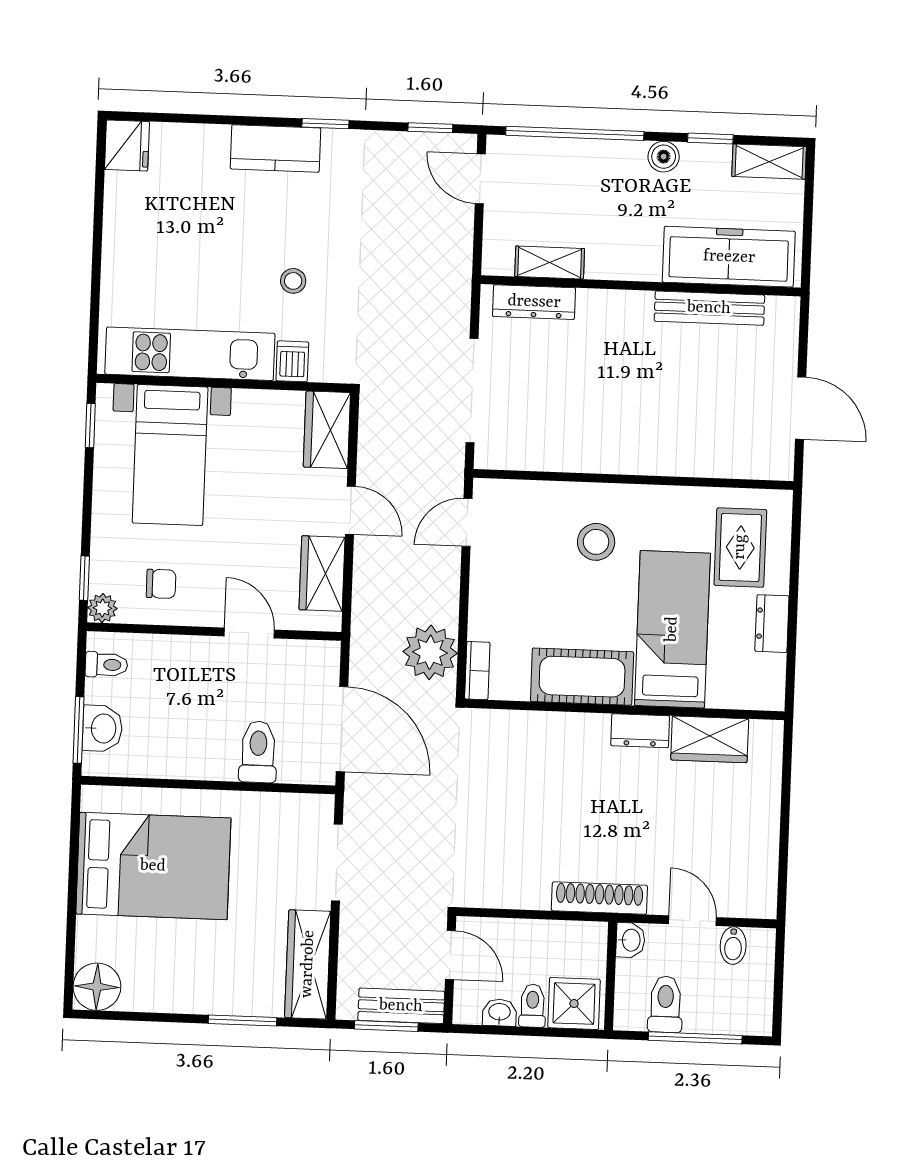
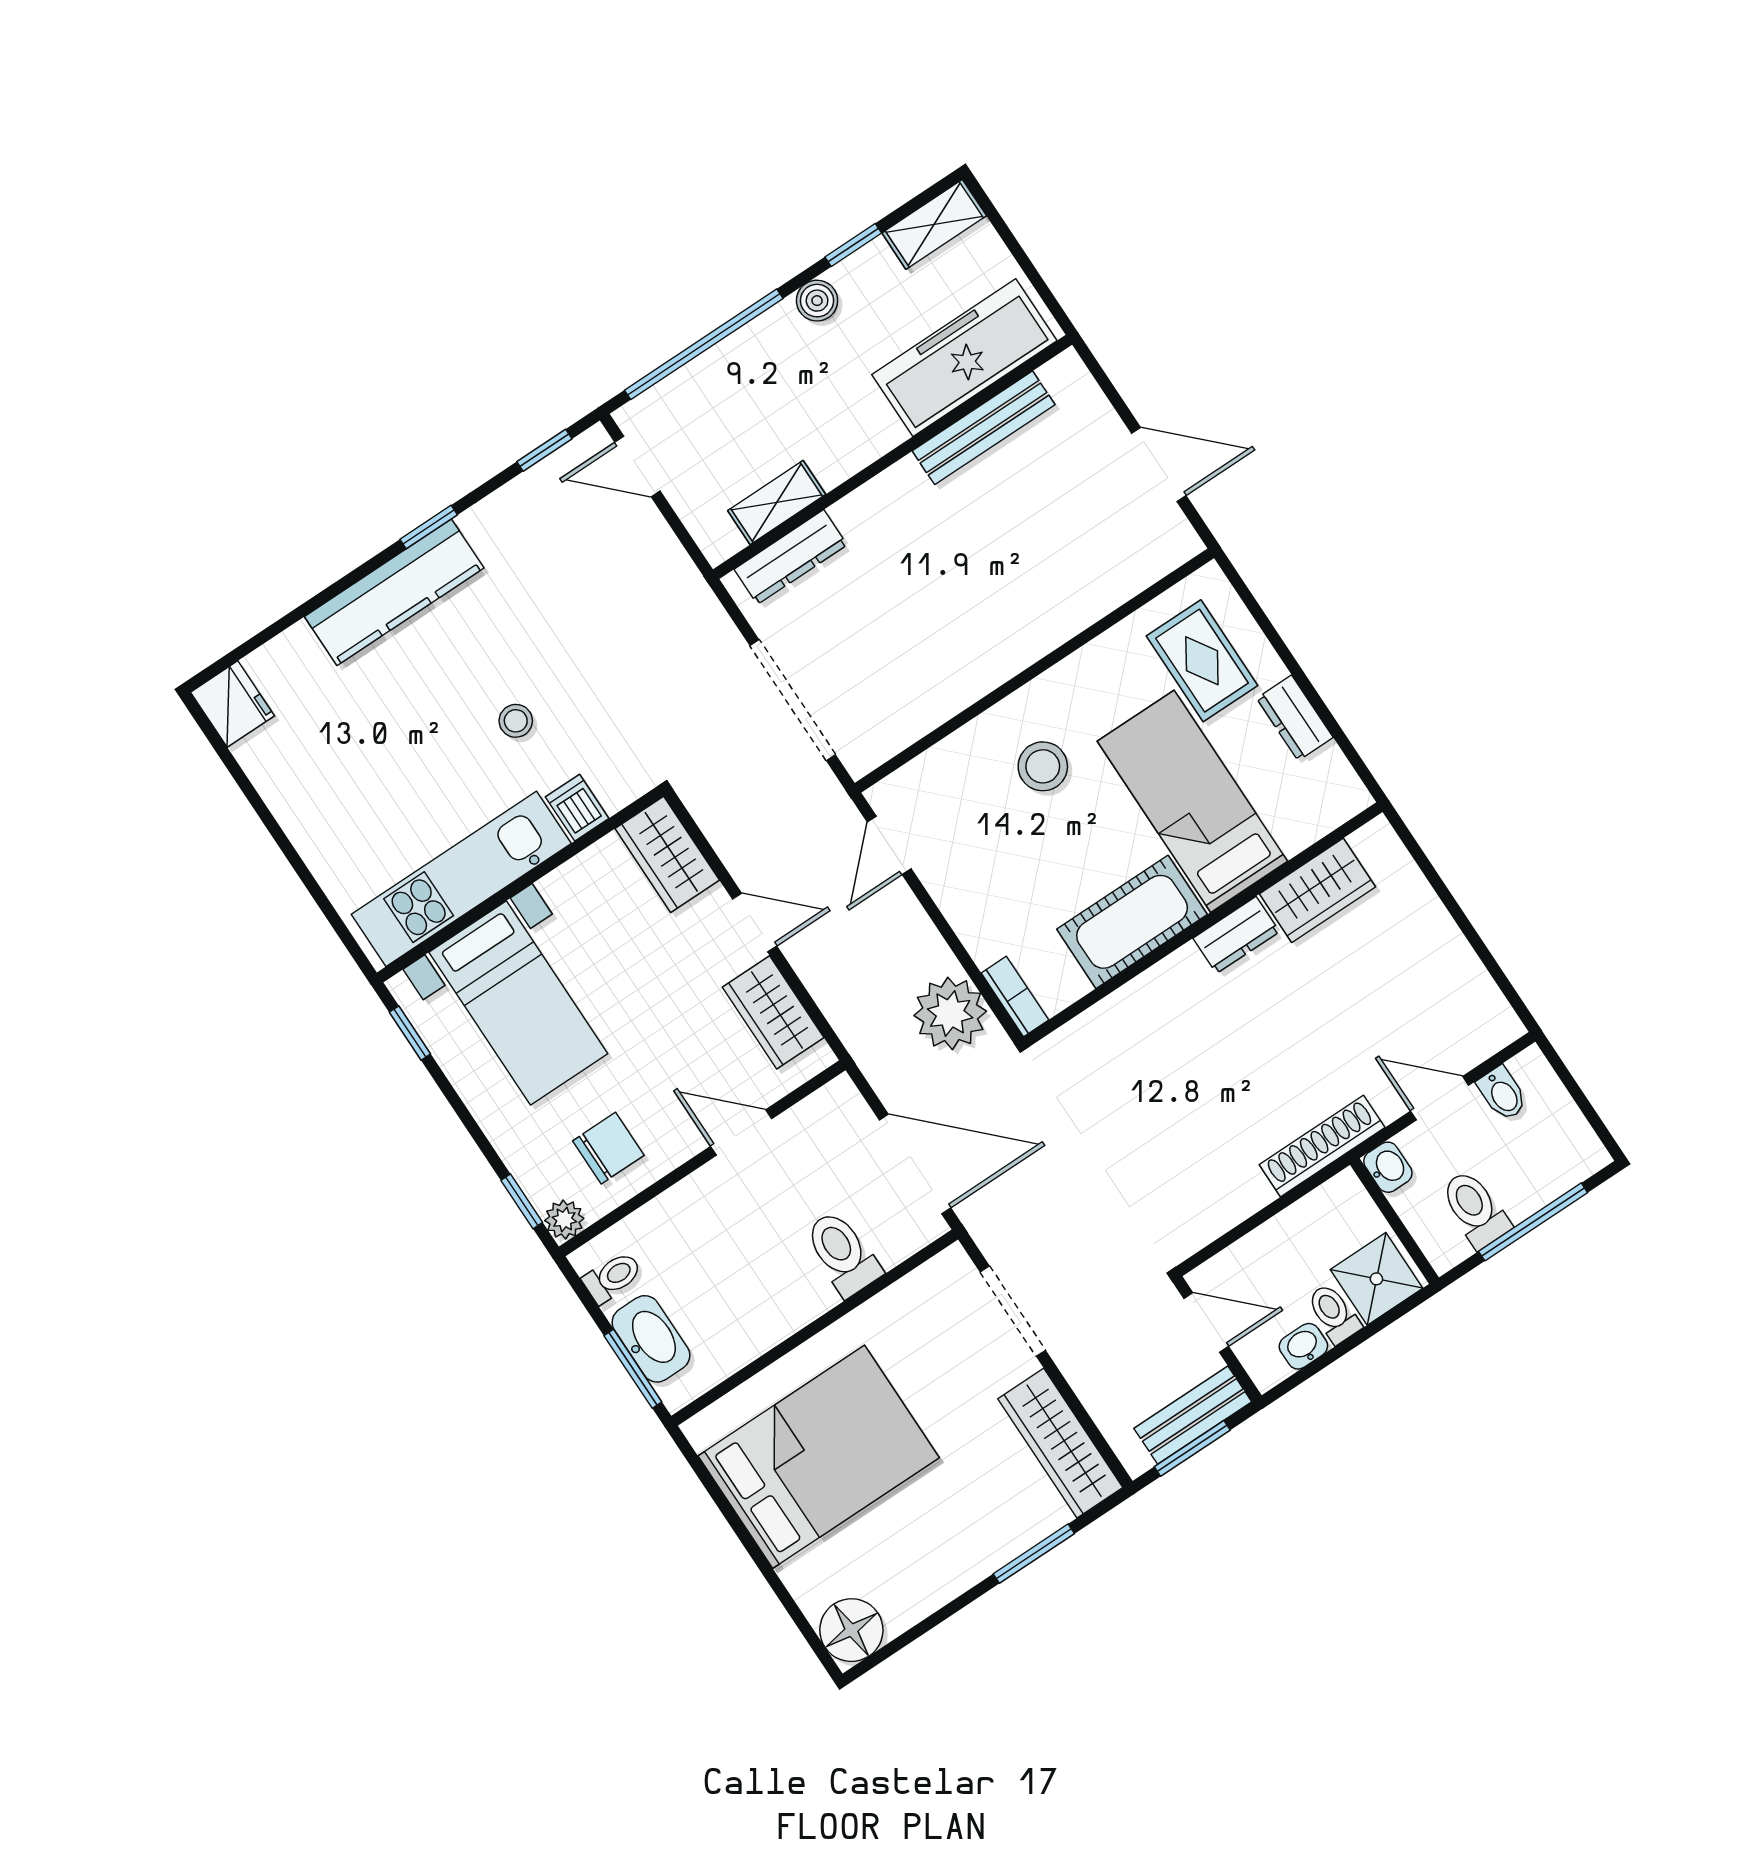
kitchen counter: (276, 148) -> (394, 592), width x1.50
chair: (161, 584) -> (608, 1148), width x1.37, depth x1.37
washbasin: (102, 728) -> (651, 1339), width x1.38

